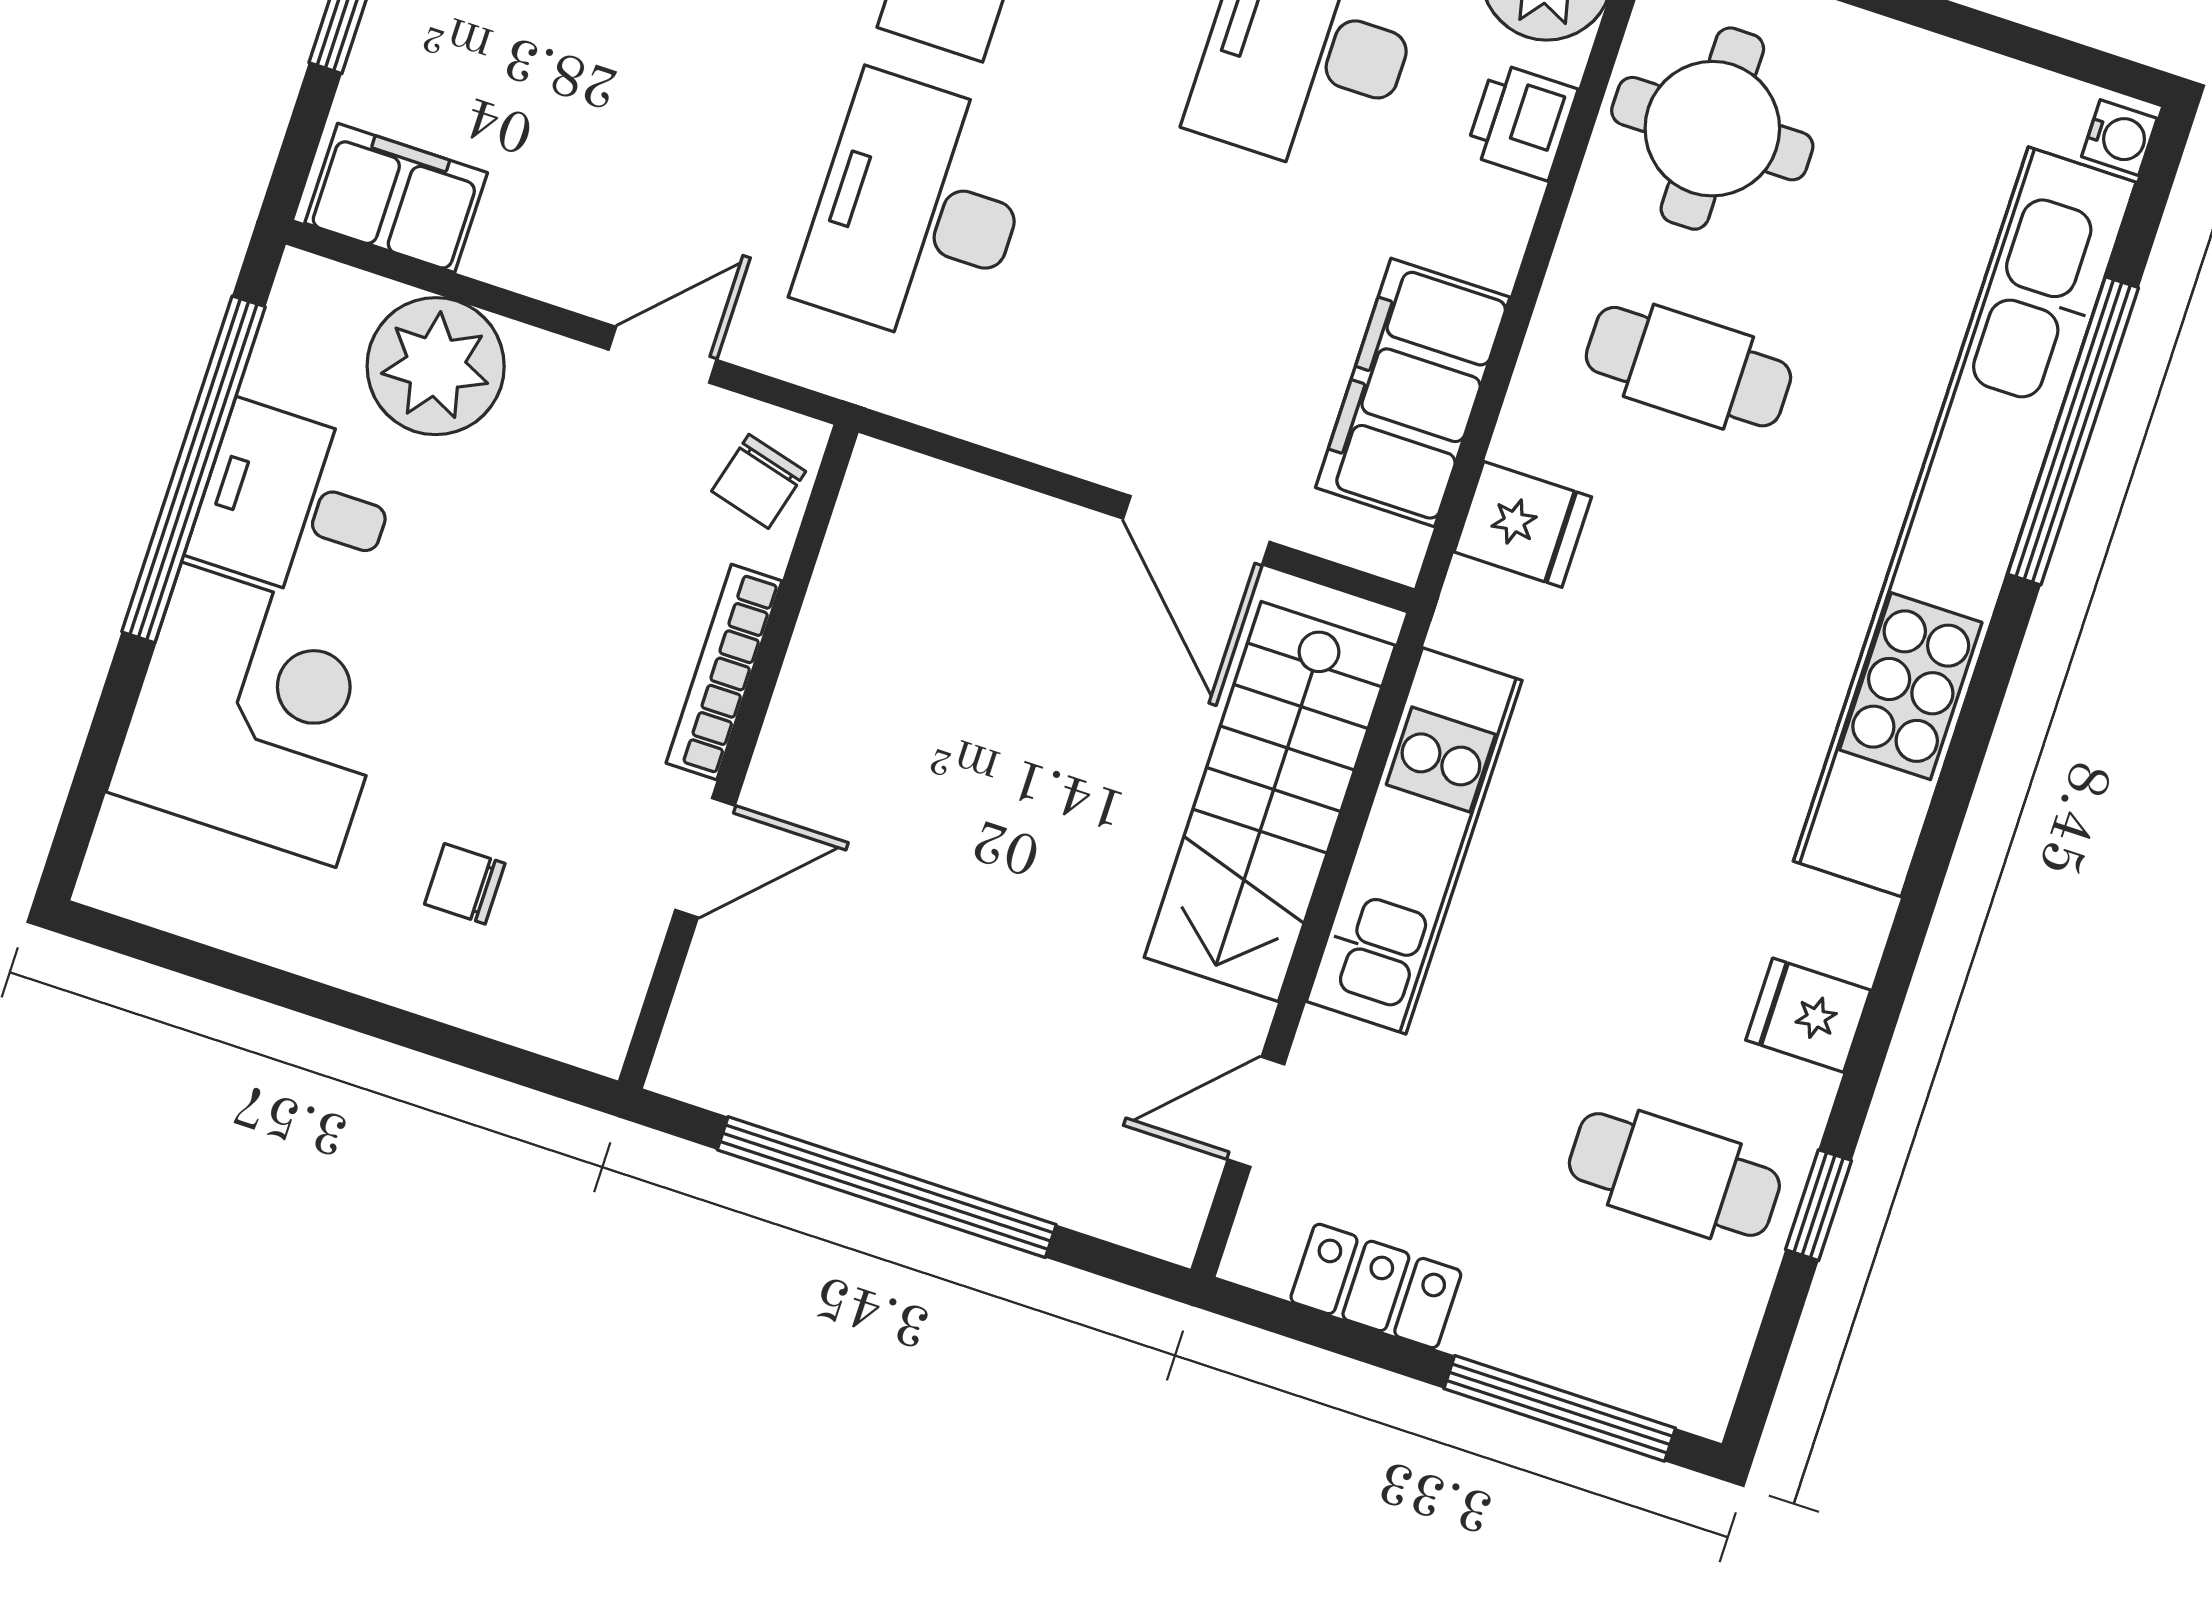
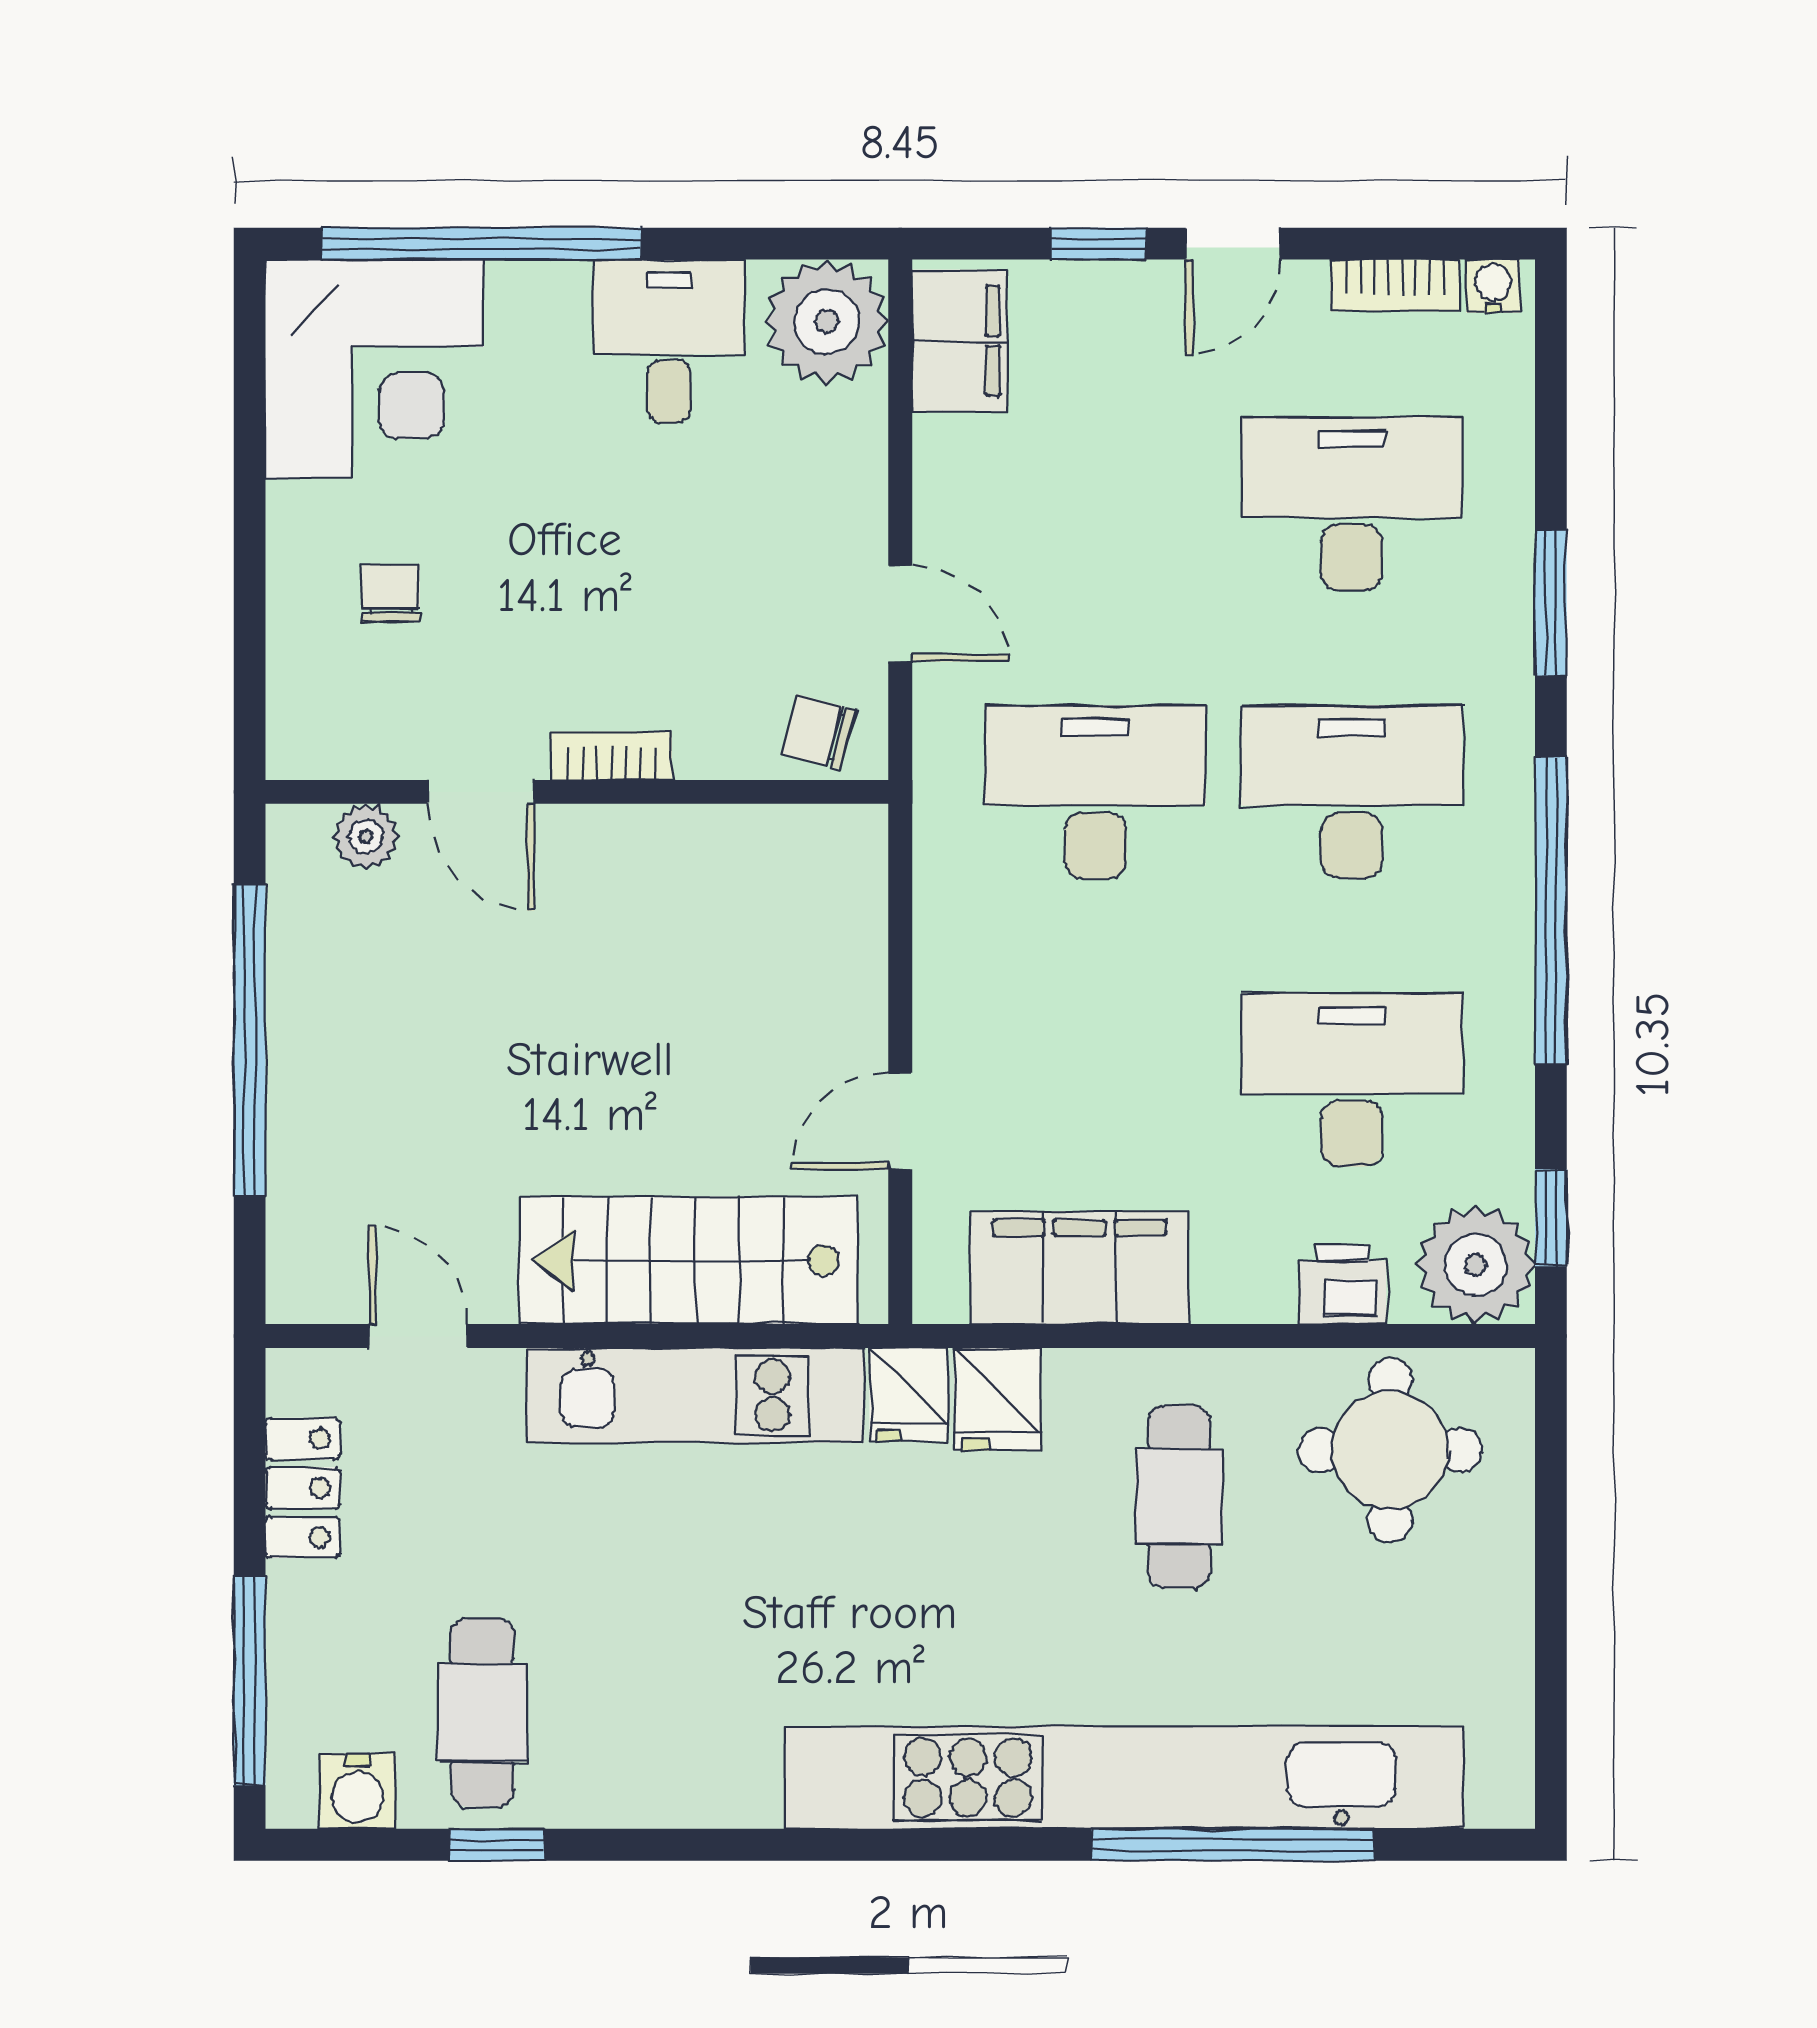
water cooler: (2119, 138) -> (358, 1791), moved, width x1.38, depth x1.38
plant: (436, 366) -> (826, 321), moved
window: (193, 469) -> (481, 244), moved
door: (1196, 530) -> (900, 1121), width x0.73
bookcase: (724, 672) -> (611, 756), width x0.64
corner desk: (259, 715) -> (375, 369), moved
plant: (712, 994) -> (366, 836), added
fridge: (1808, 1015) -> (909, 1395), moved, turned 180

